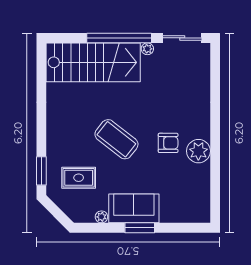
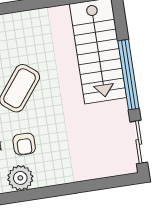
plant: (147, 49) -> (121, 106), removed

